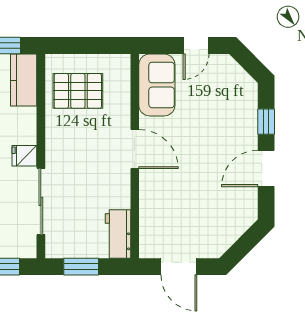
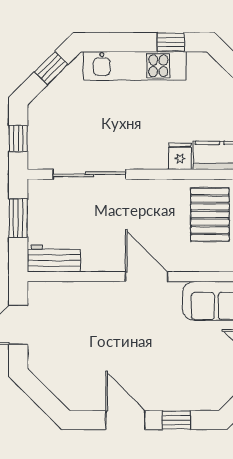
door: (135, 149) -> (147, 277), swing flipped
fridge: (24, 156) -> (180, 156), moved

